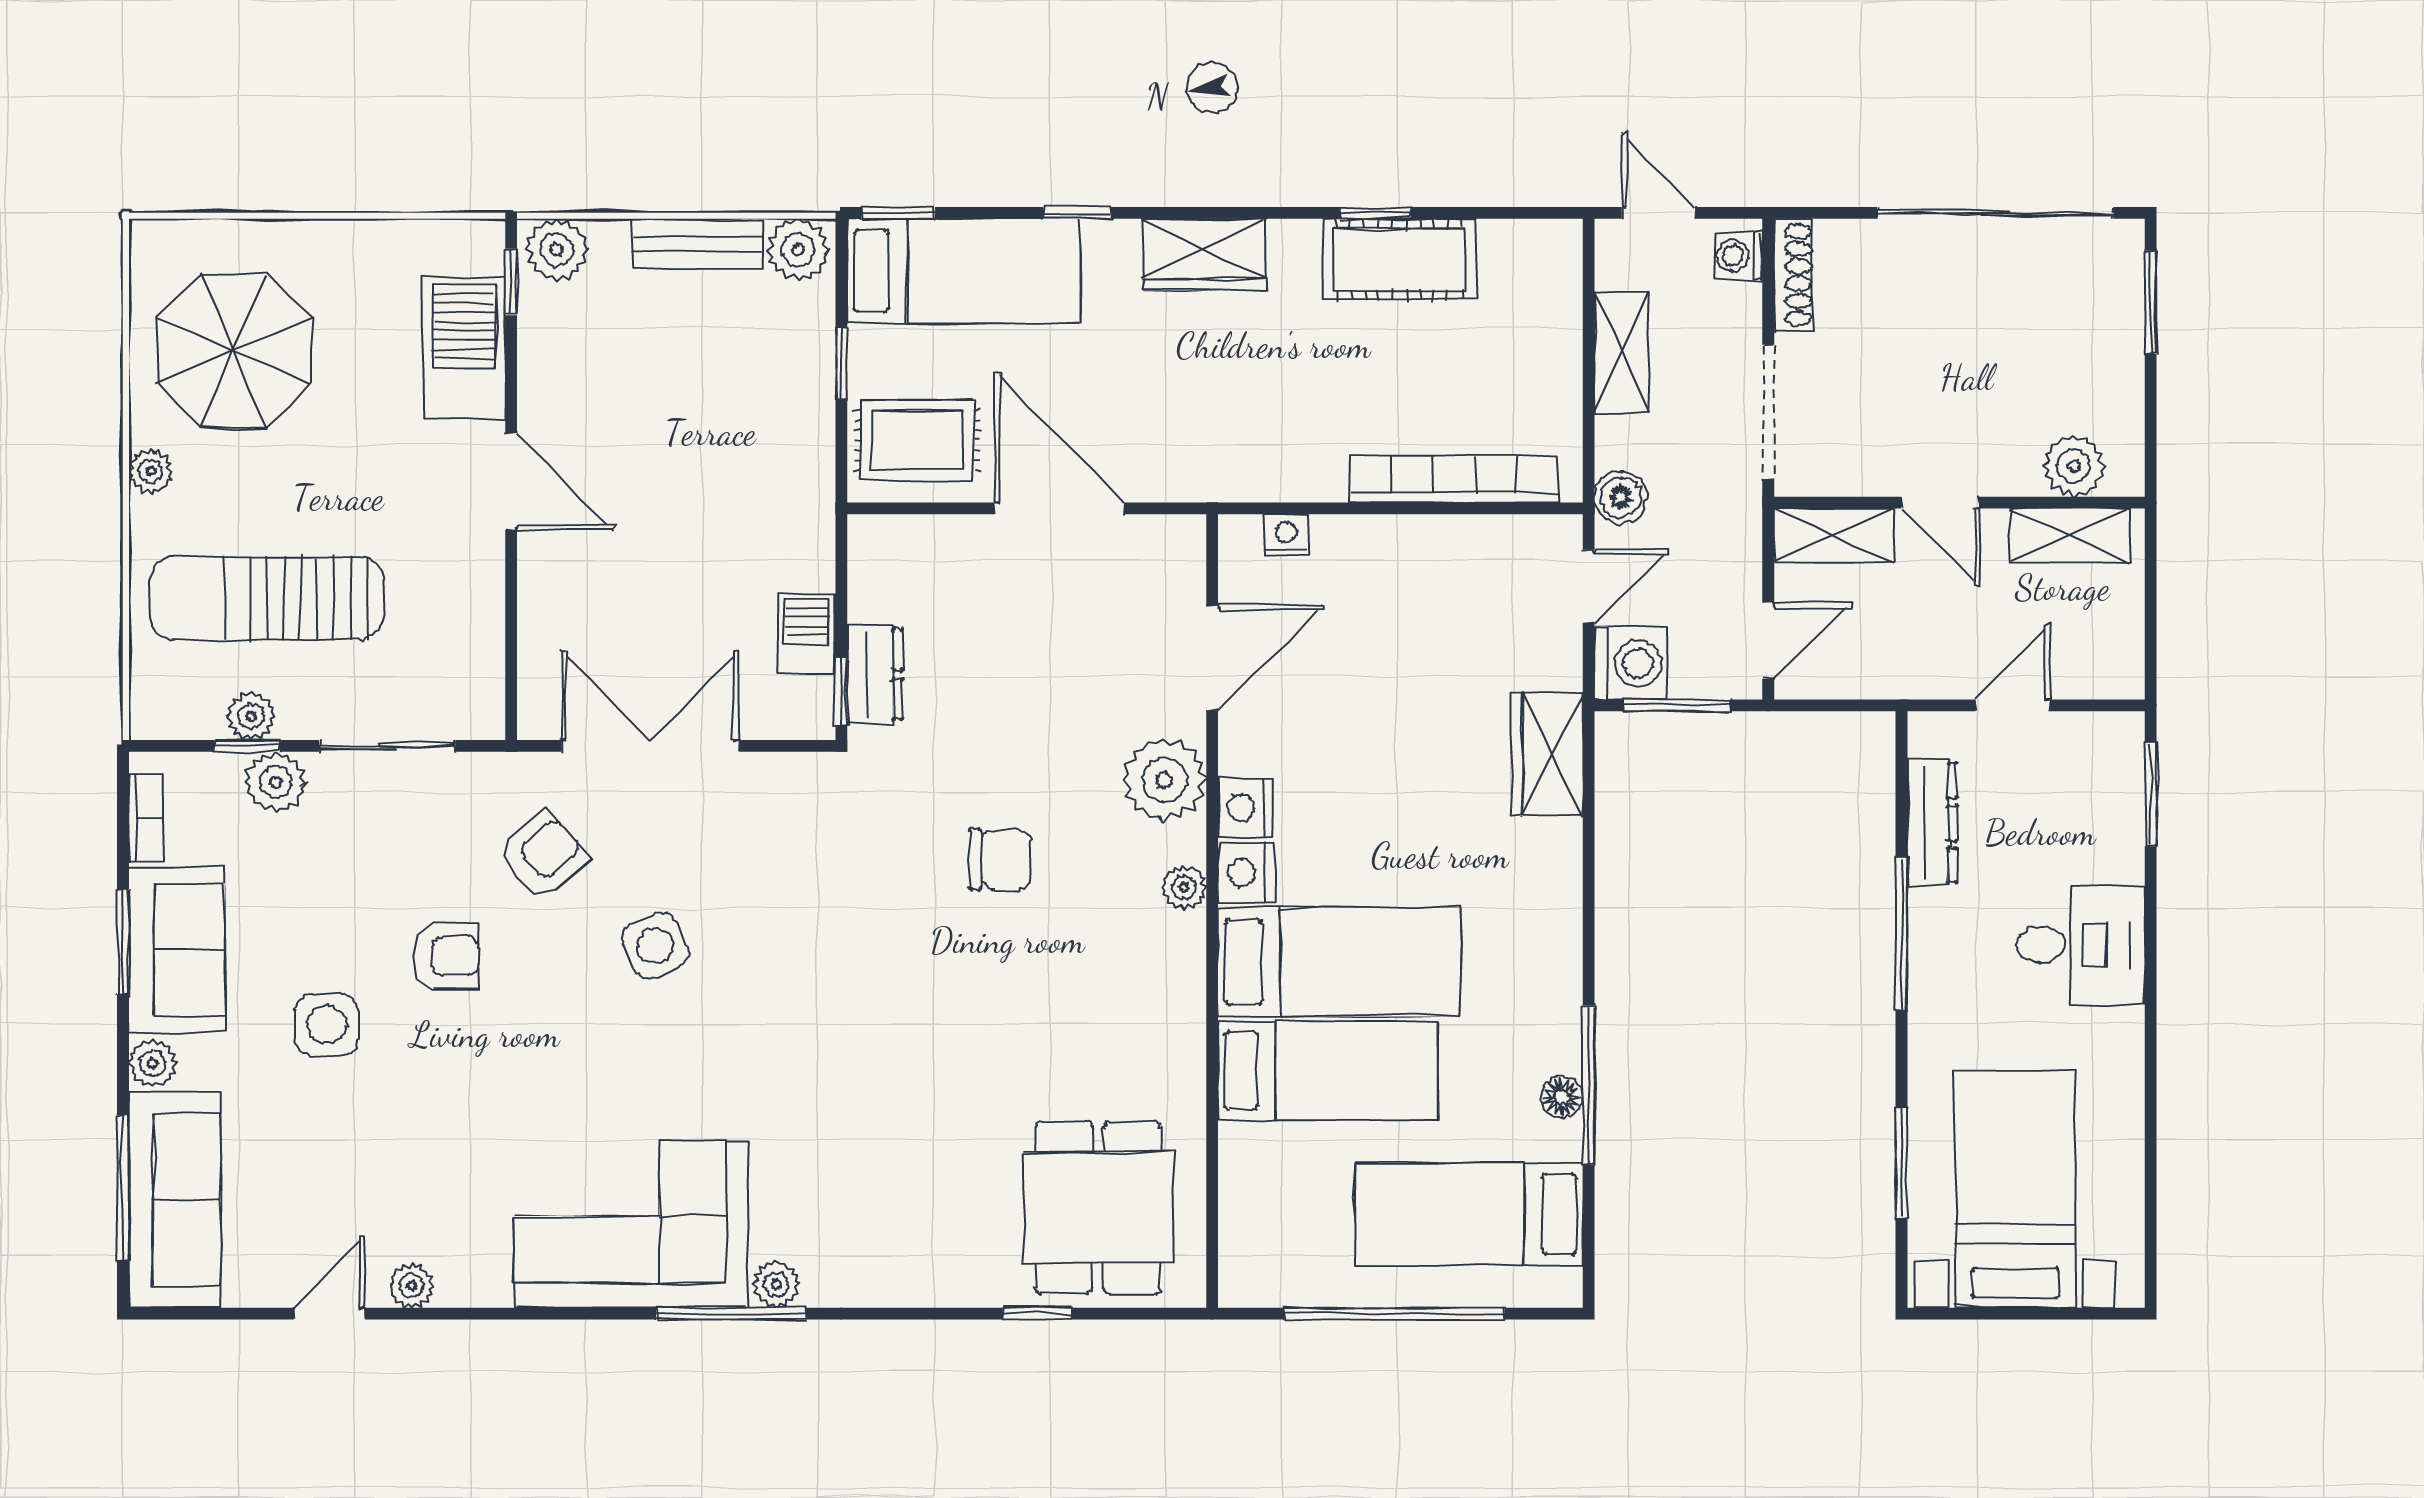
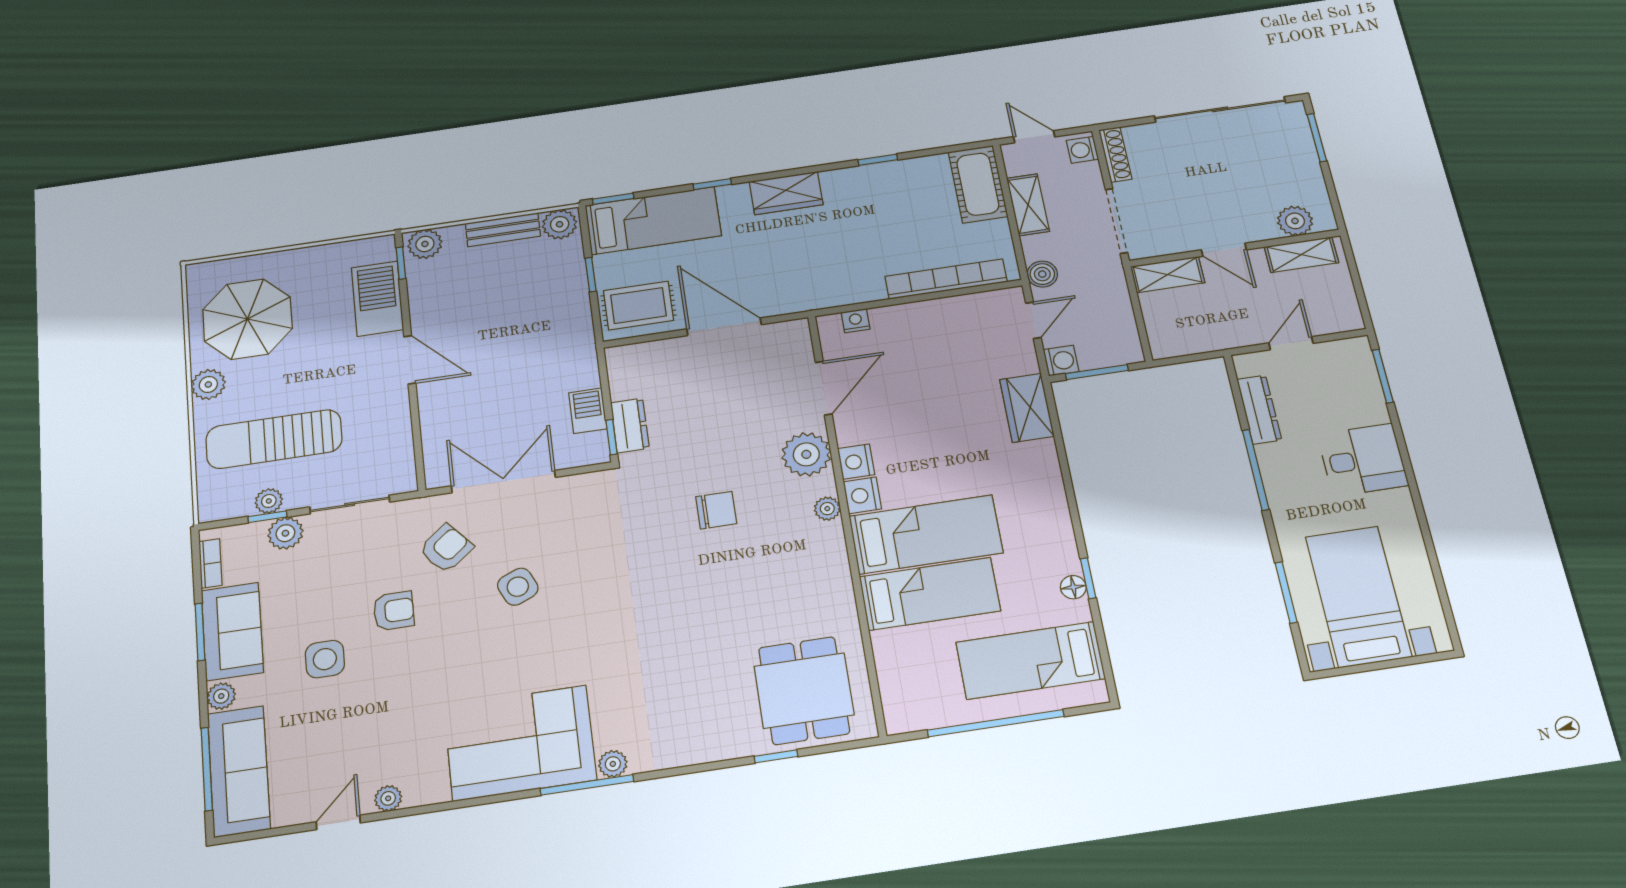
cot: (1399, 259) -> (978, 184), moved, turned 90
plant: (151, 471) -> (208, 384), width x1.38, depth x1.38
door: (1768, 641) -> (1142, 332), removed
washing machine: (1631, 663) -> (1061, 361), width x0.73, depth x0.73
window: (1589, 1085) -> (1088, 578), width x0.46

